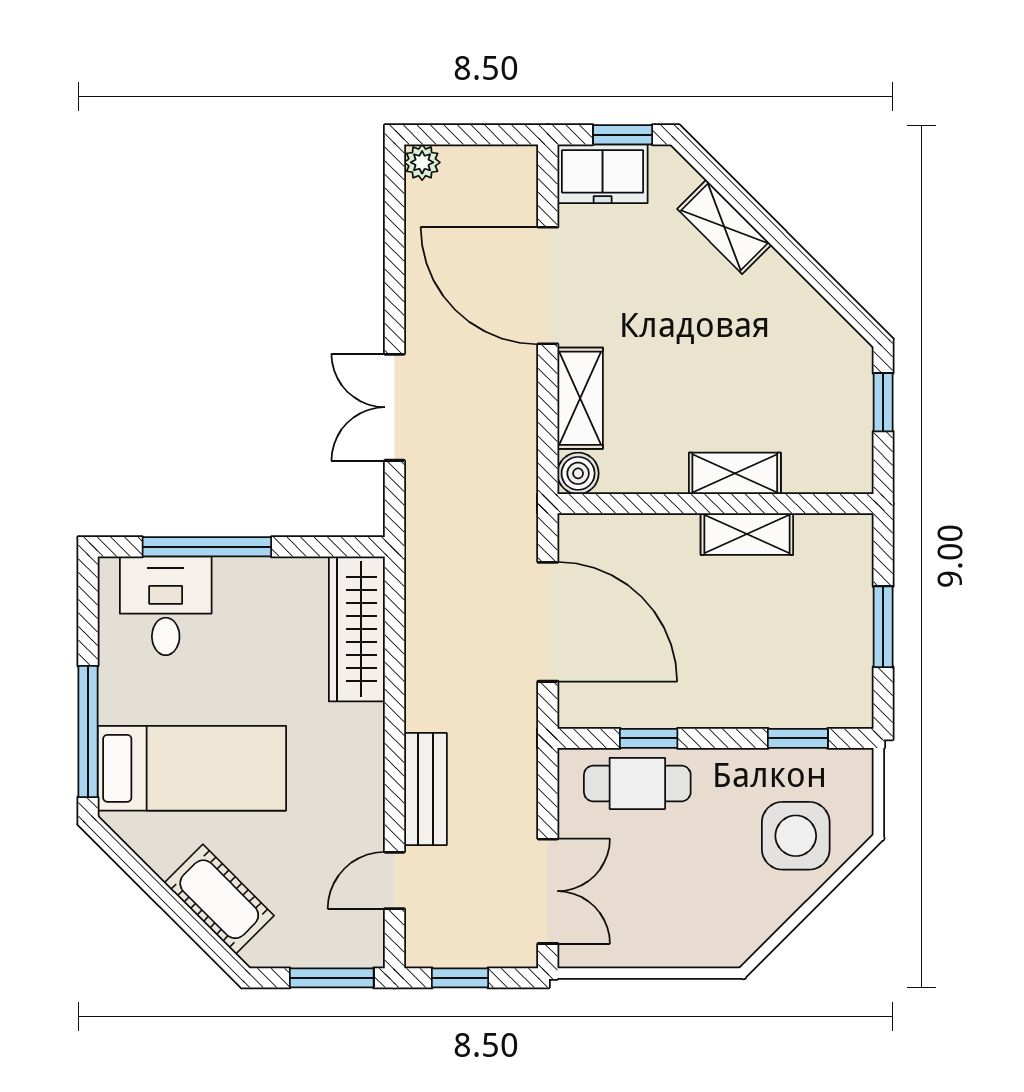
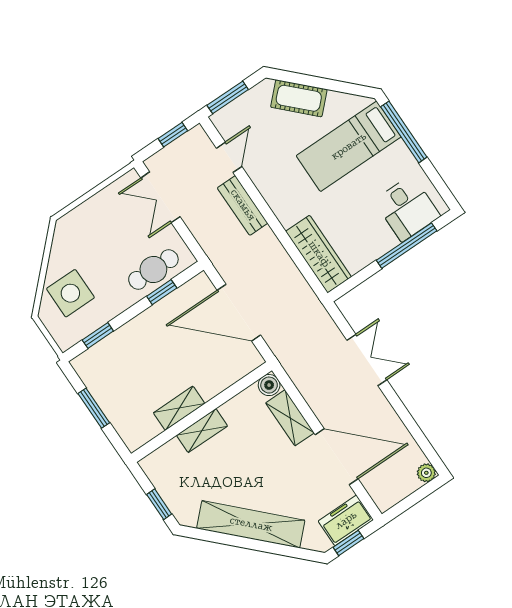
shelving: (724, 227) -> (251, 524), width x2.20, depth x1.33

